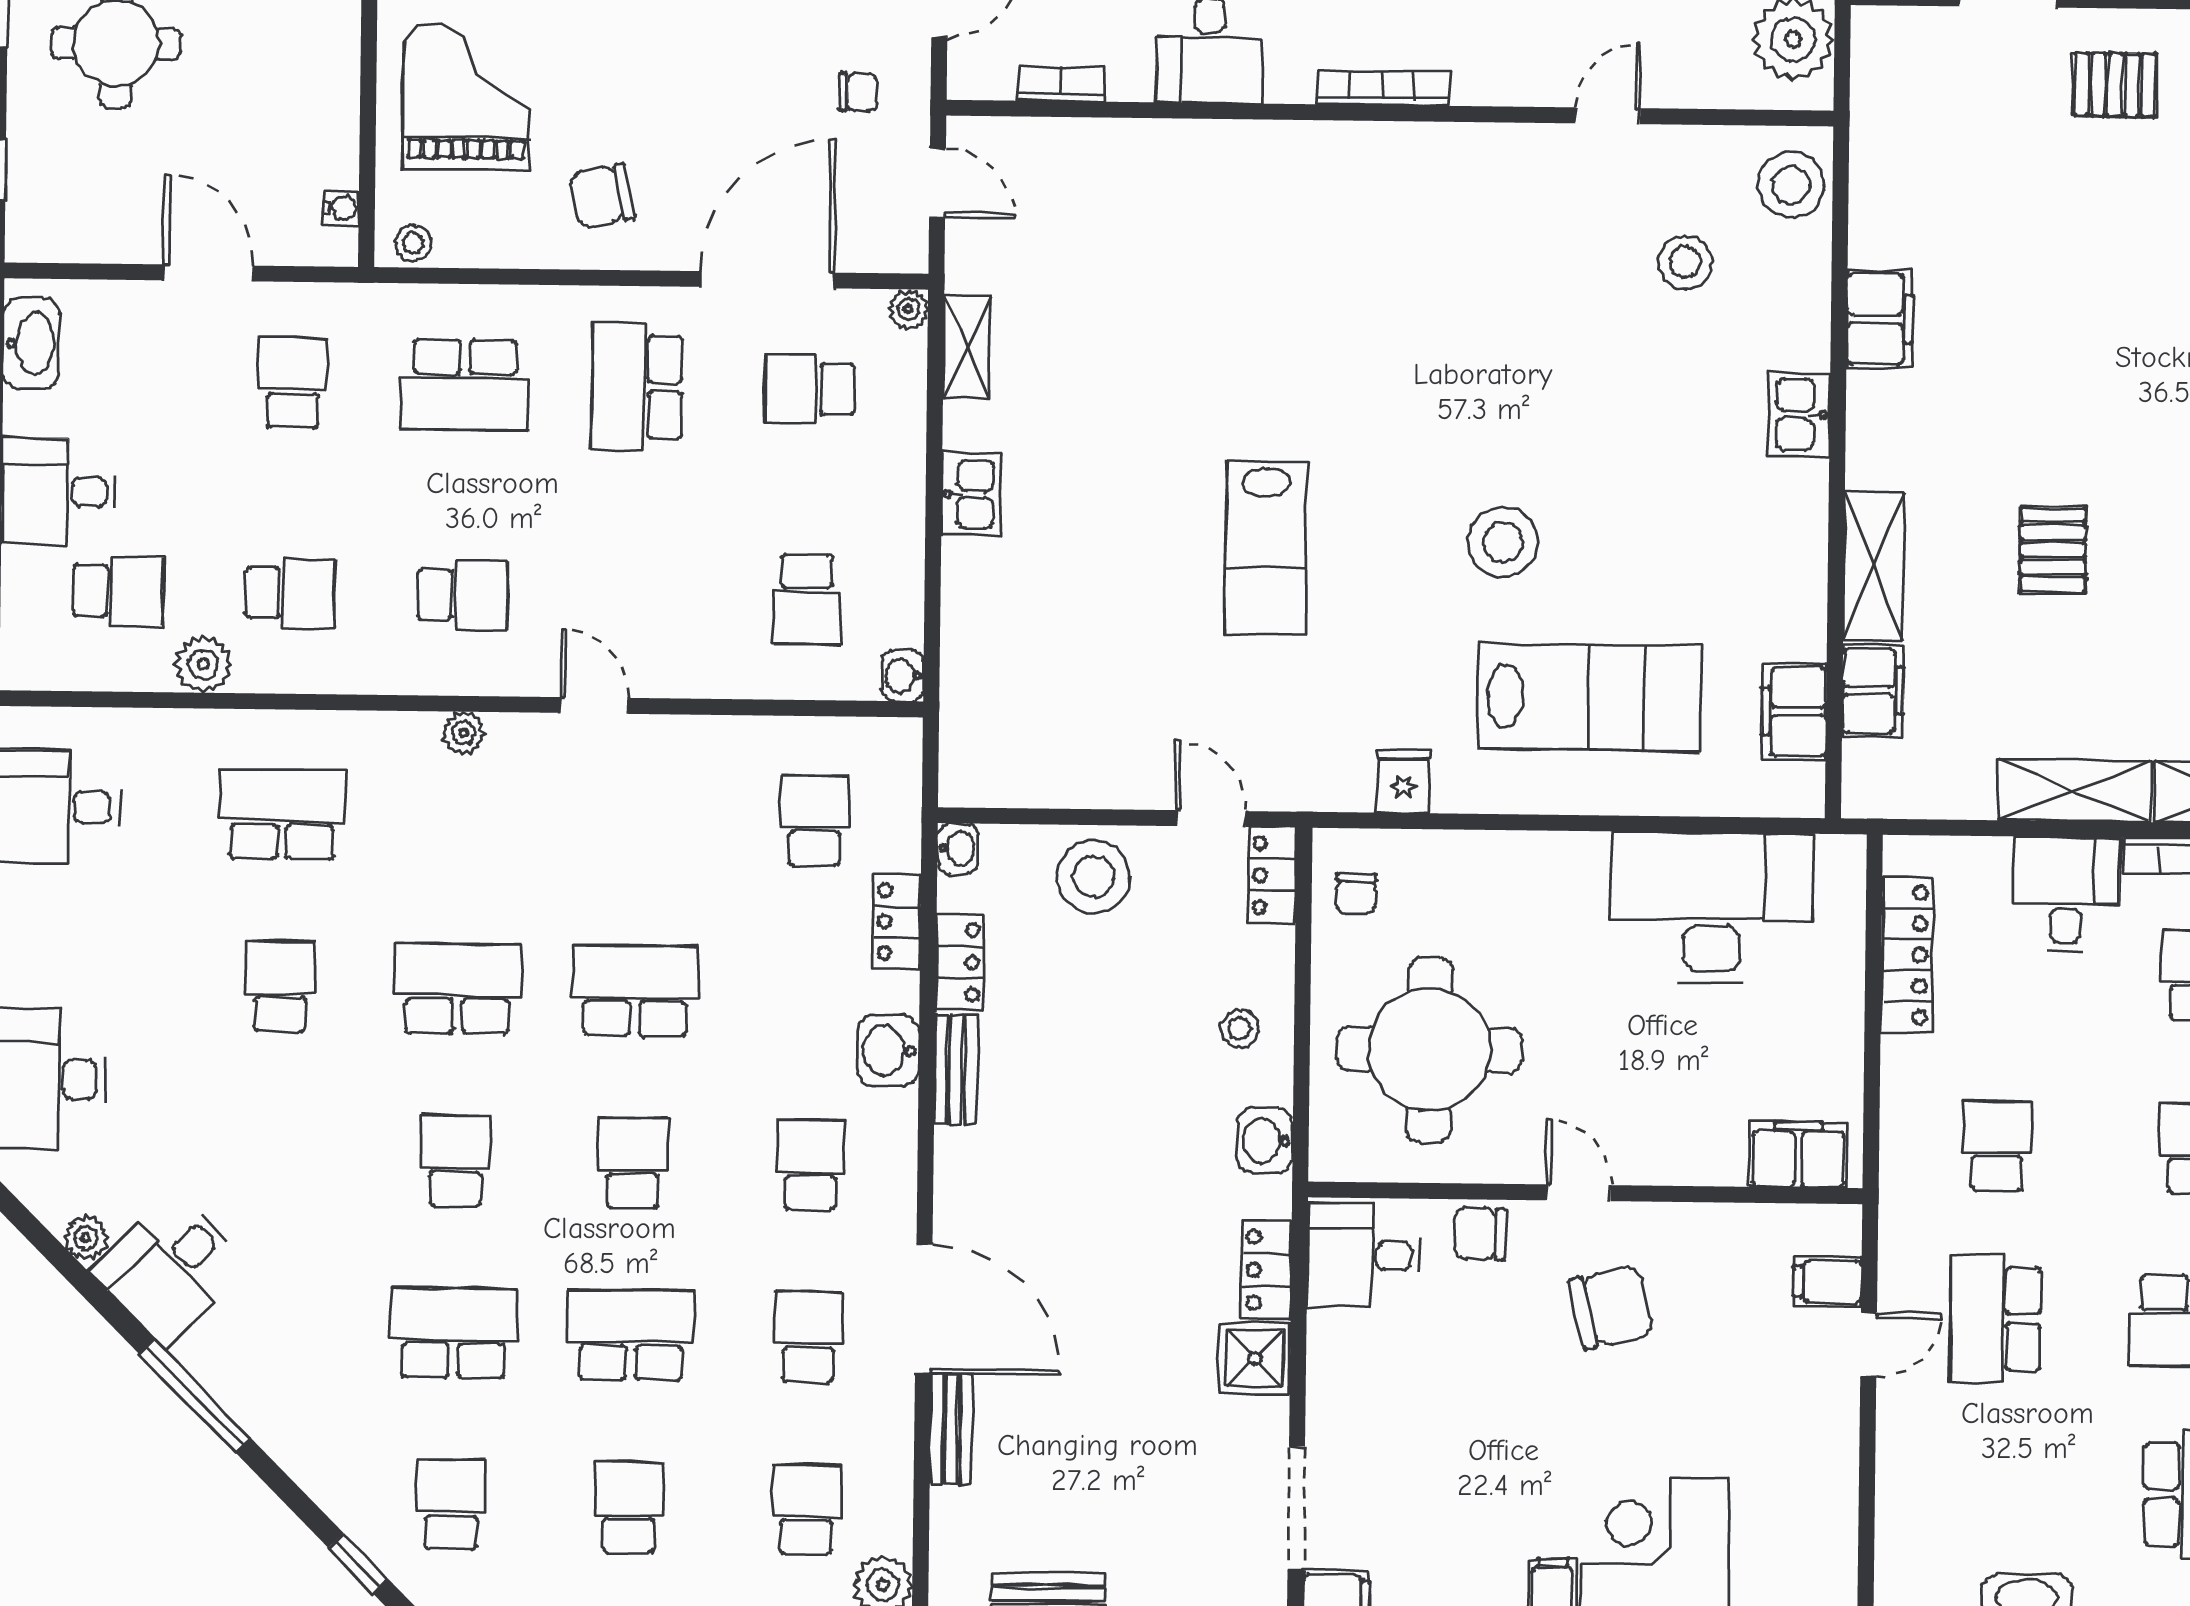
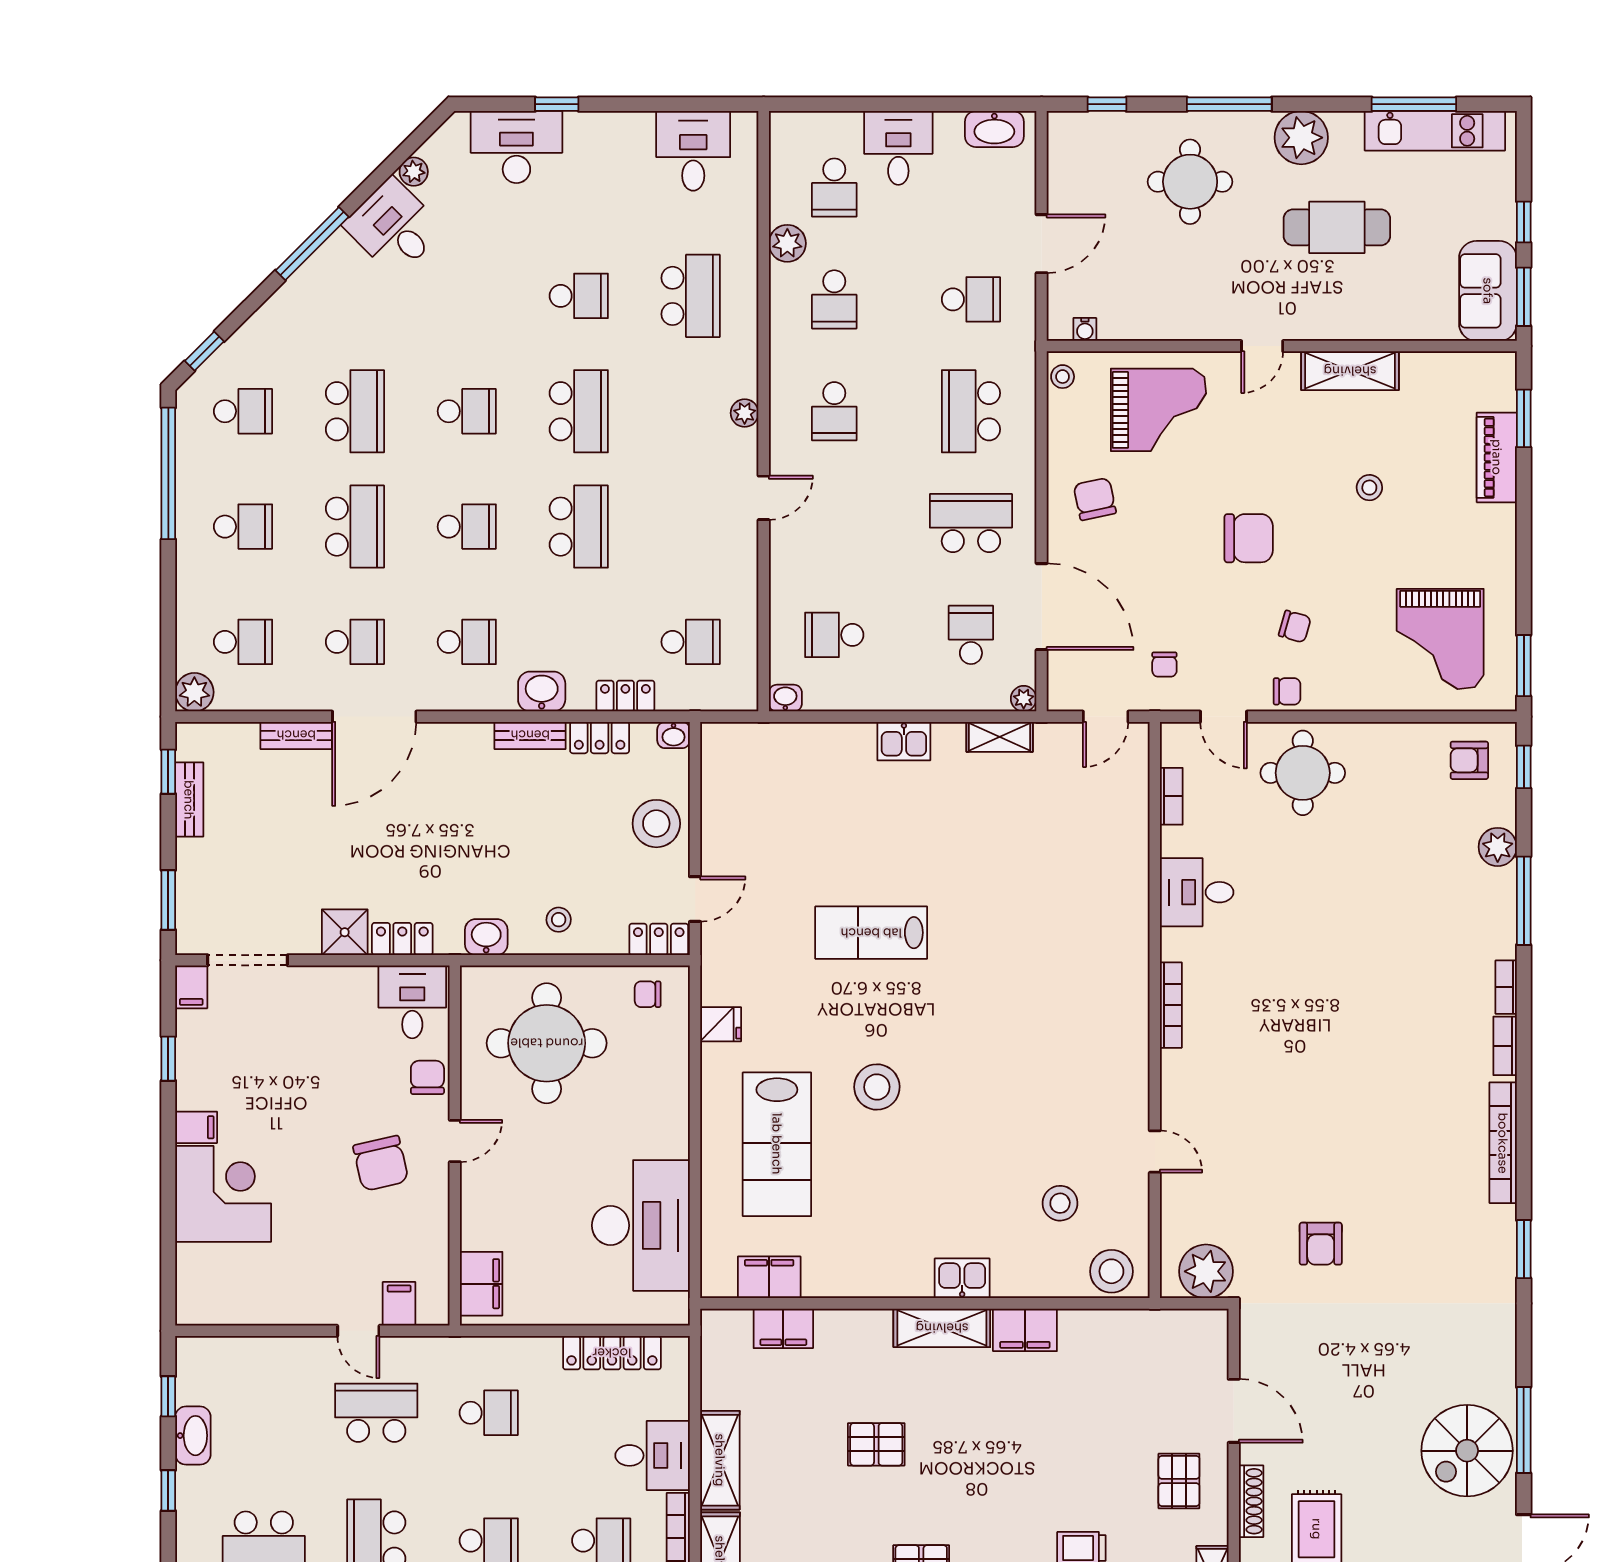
shelving: (1874, 566) -> (942, 1328), moved

